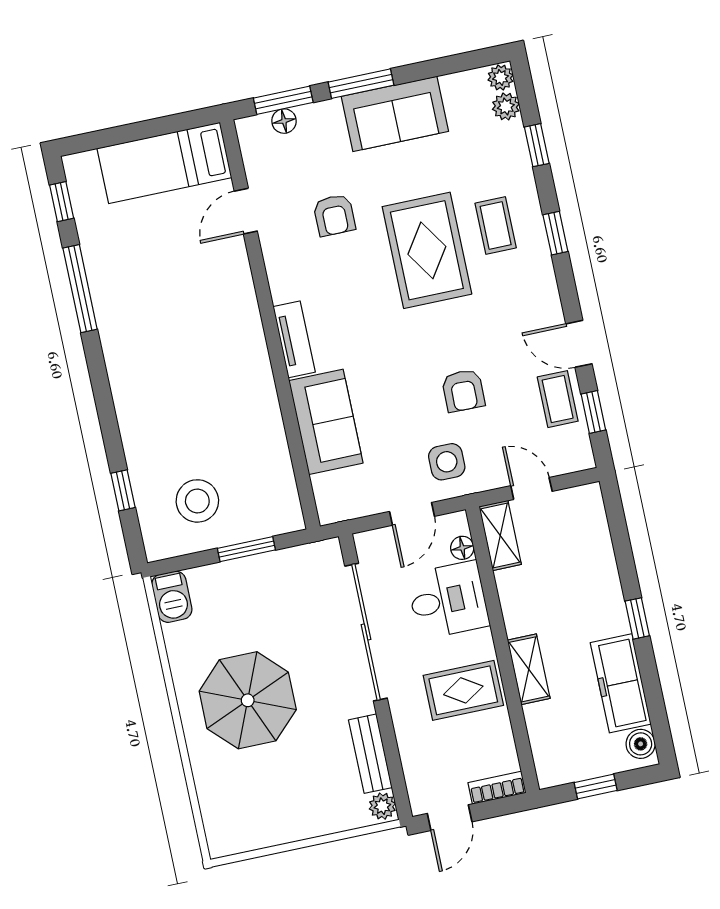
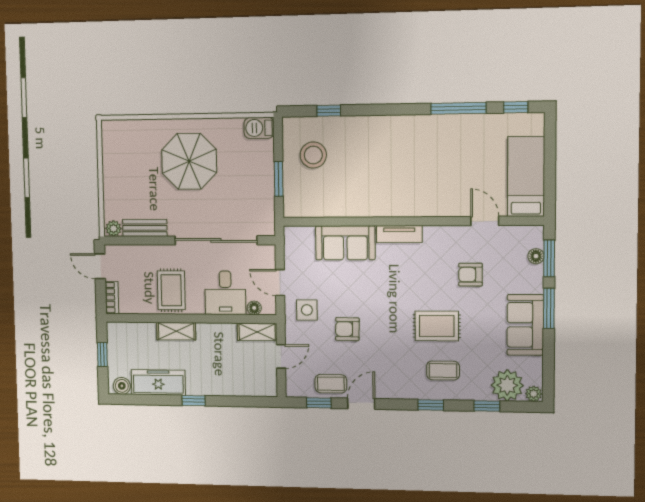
plant: (506, 106) -> (507, 385), width x1.88, depth x1.88
rug: (427, 250) -> (437, 326), width x0.73, depth x0.70

